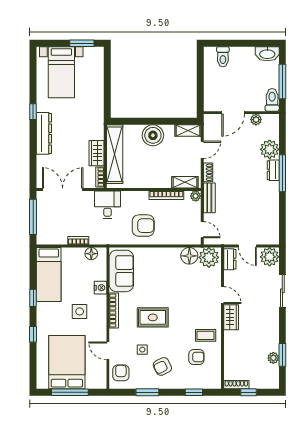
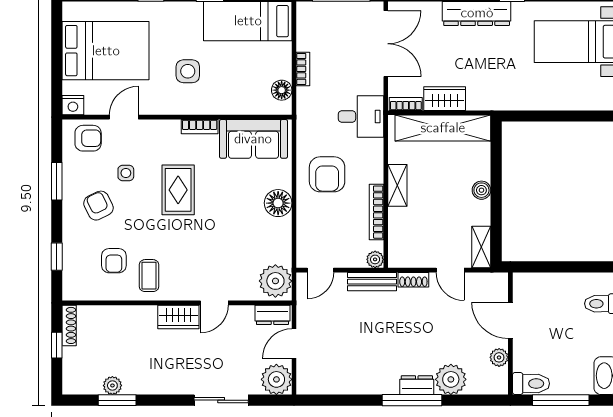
boiler: (153, 135) -> (481, 190), width x0.54, depth x0.54
shelving: (185, 182) -> (397, 185), moved
floor lamp: (189, 256) -> (278, 203), moved
nightstand: (100, 288) -> (73, 105), moved
bookcase: (114, 311) -> (200, 127), width x0.64
window: (70, 392) -> (57, 55), removed

